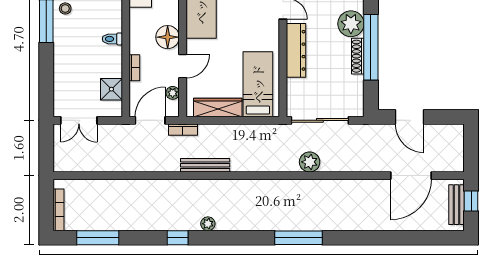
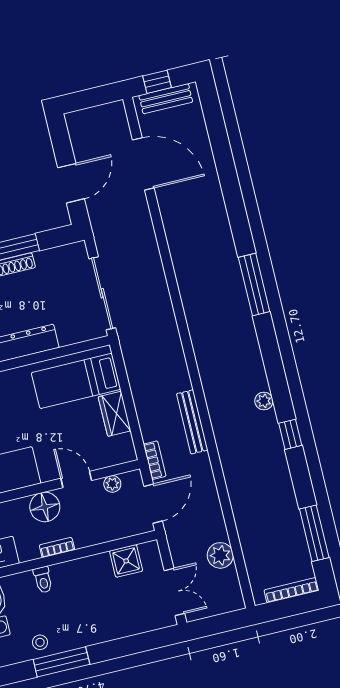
toilet: (112, 39) -> (43, 580), moved
bookcase: (134, 68) -> (57, 547), moved
wardrobe: (218, 108) -> (115, 414), width x0.67
door: (150, 120) -> (153, 504), swing flipped
plant: (310, 162) -> (220, 555), moved

